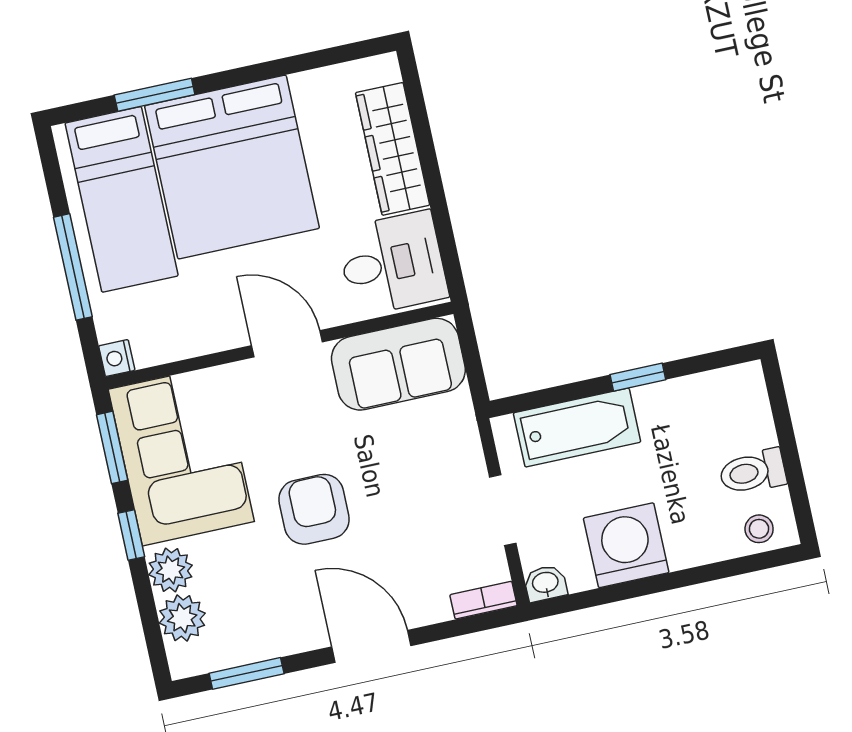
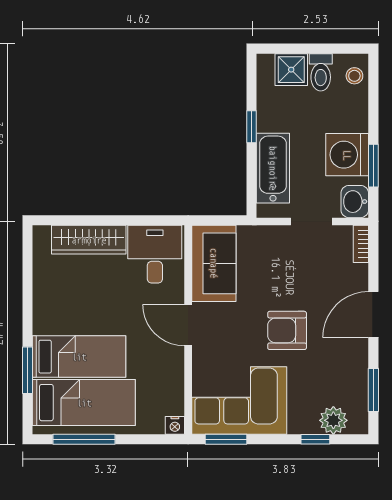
bed: (232, 167) -> (79, 357), width x0.49
window: (73, 267) -> (84, 439), moved
door: (287, 344) -> (188, 325), hinge flipped
shower: (746, 422) -> (291, 70), added
window: (131, 535) -> (315, 439), moved
plant: (171, 570) -> (304, 421), removed
washbasin: (545, 583) -> (355, 202), width x1.38, depth x1.45
window: (617, 593) -> (373, 166), added

